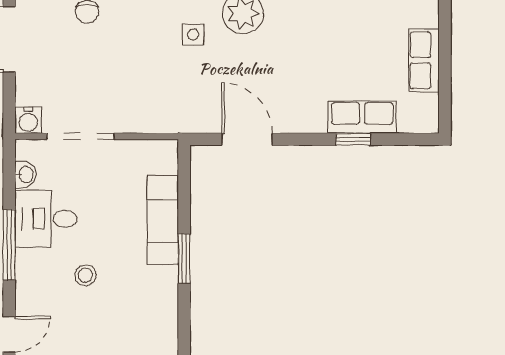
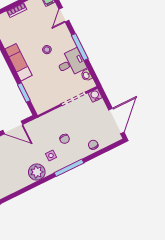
chair: (144, 57) -> (65, 139), added
exam couch: (163, 220) -> (18, 62), moved
window: (184, 259) -> (24, 93), moved

